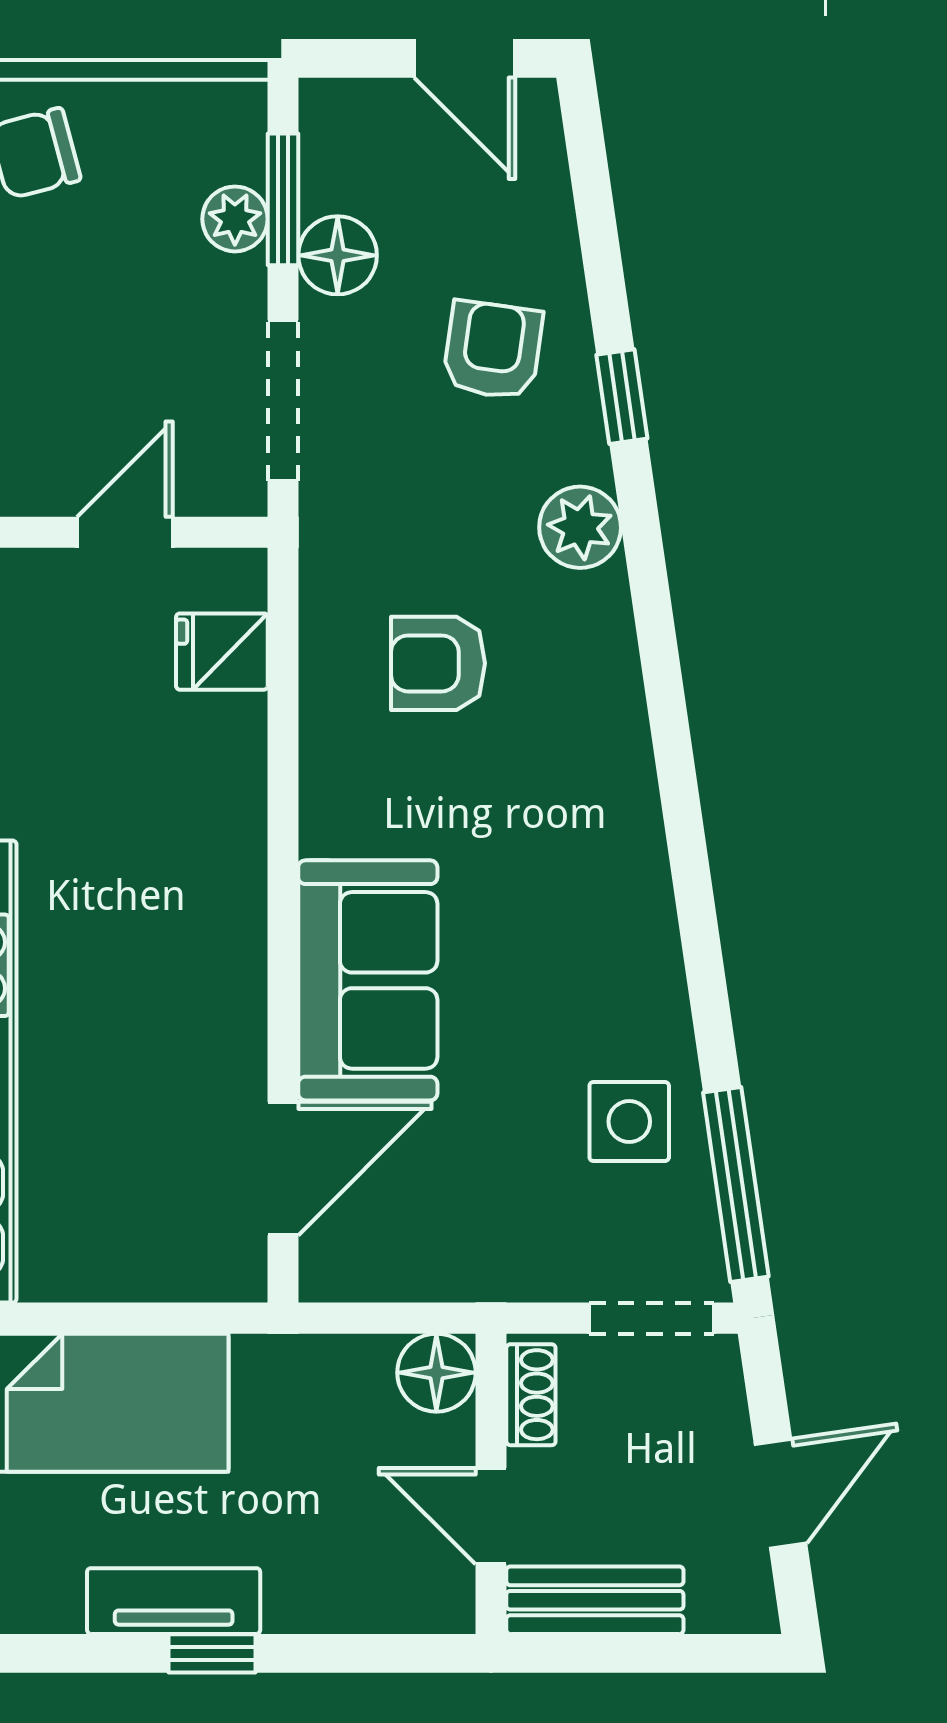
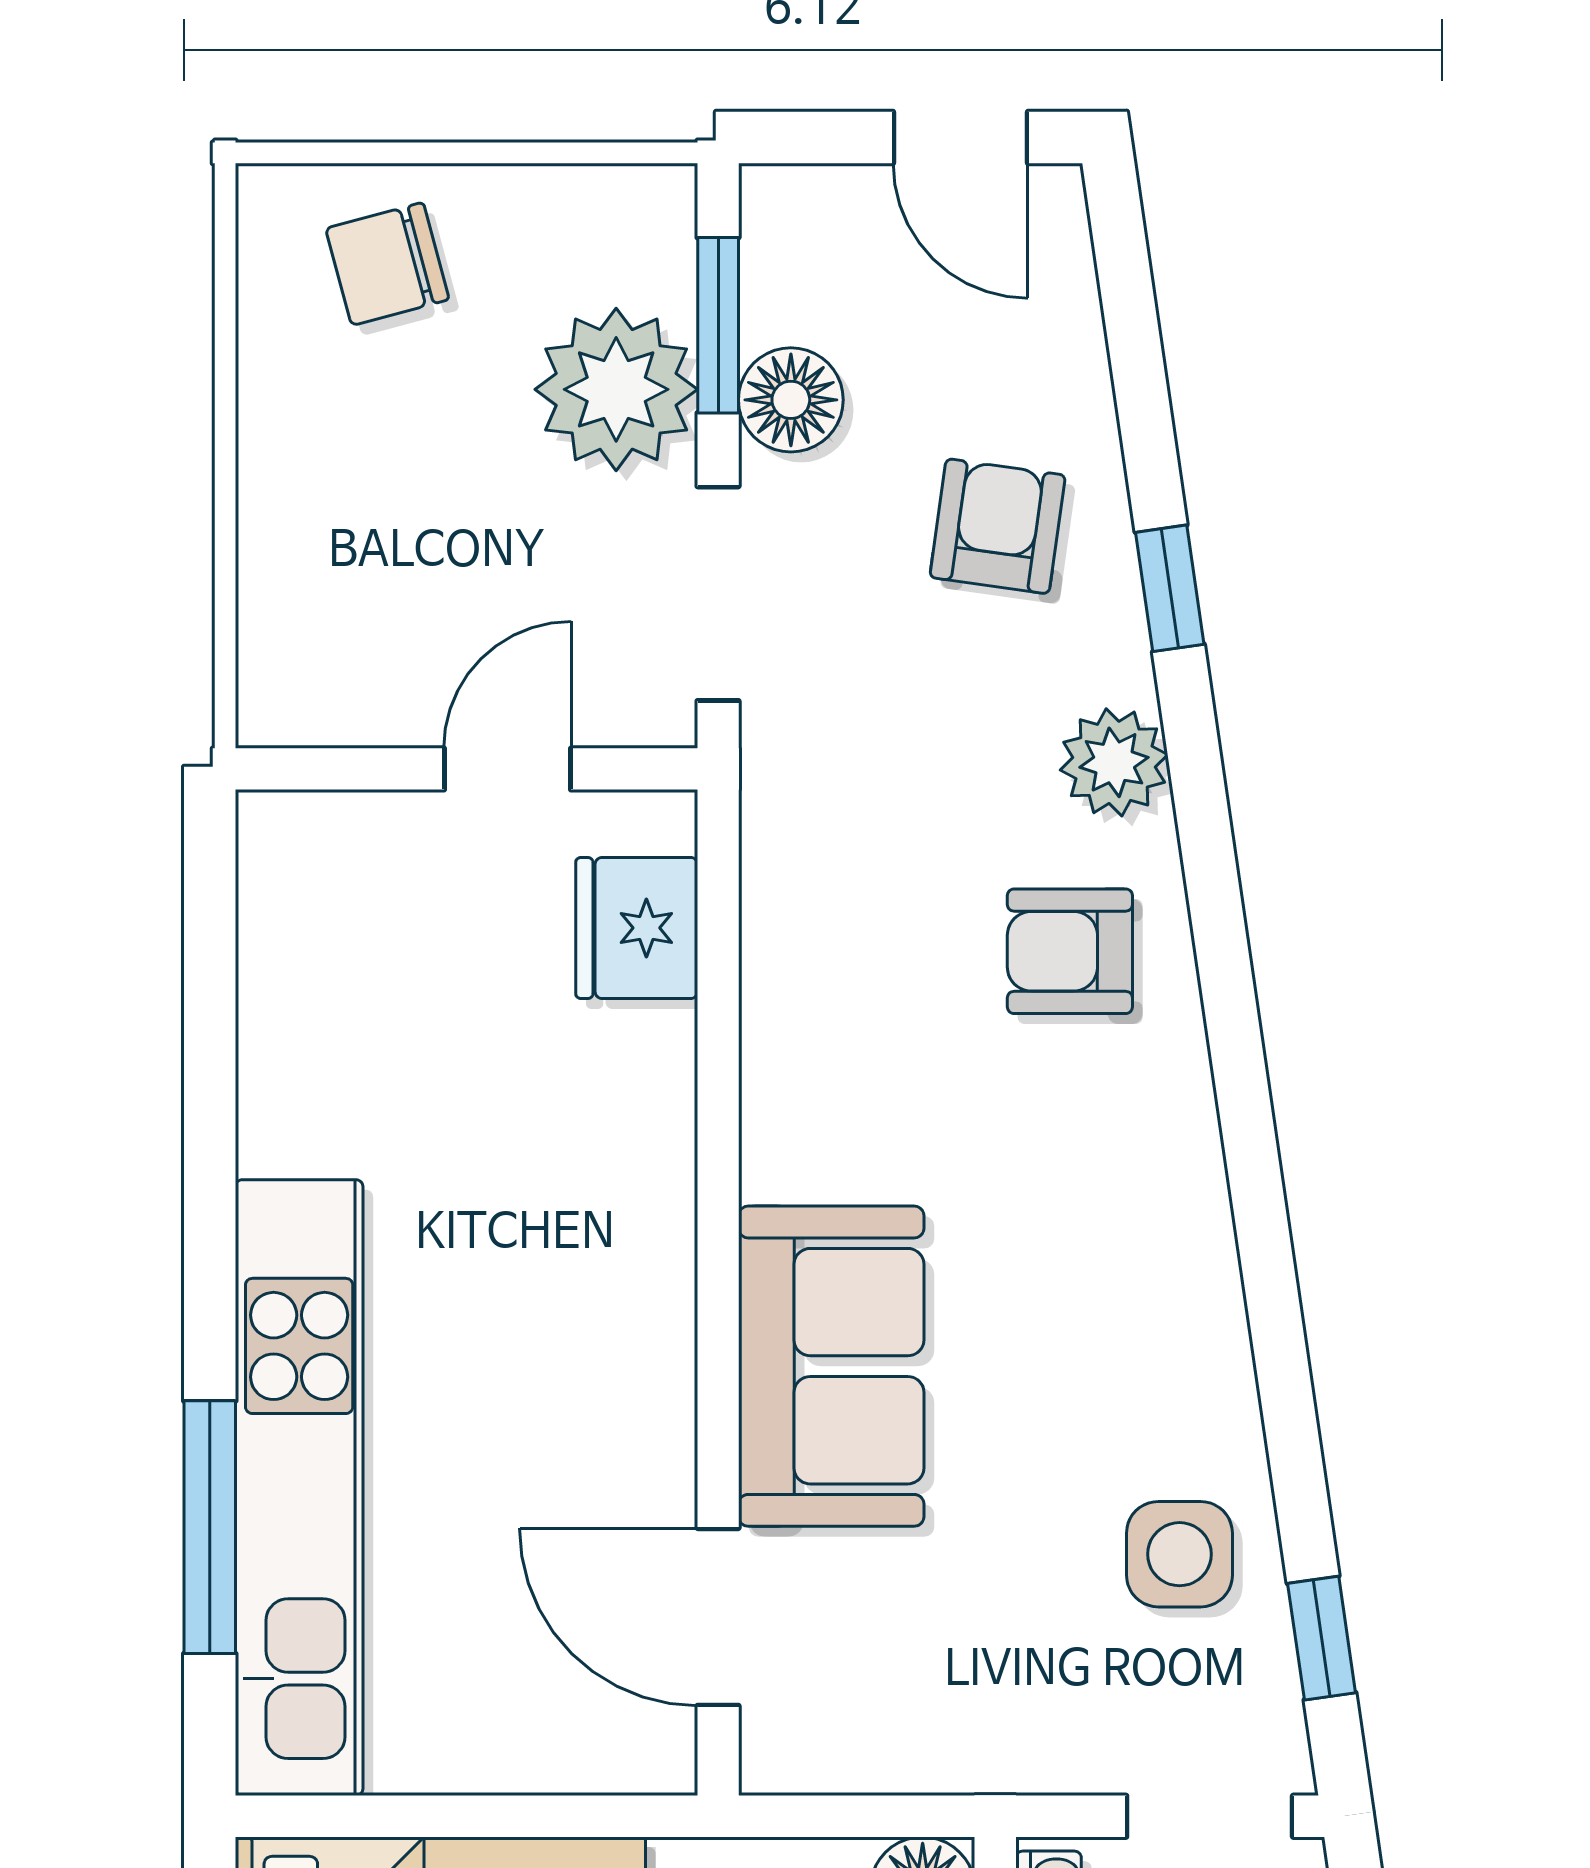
plant: (235, 219) -> (616, 389), width x1.88, depth x1.88
fridge: (222, 652) -> (637, 928), width x1.38
armchair: (438, 663) -> (1070, 951), moved
door: (283, 1169) -> (718, 1617), swing flipped
window: (736, 1184) -> (1322, 1638), width x0.46

